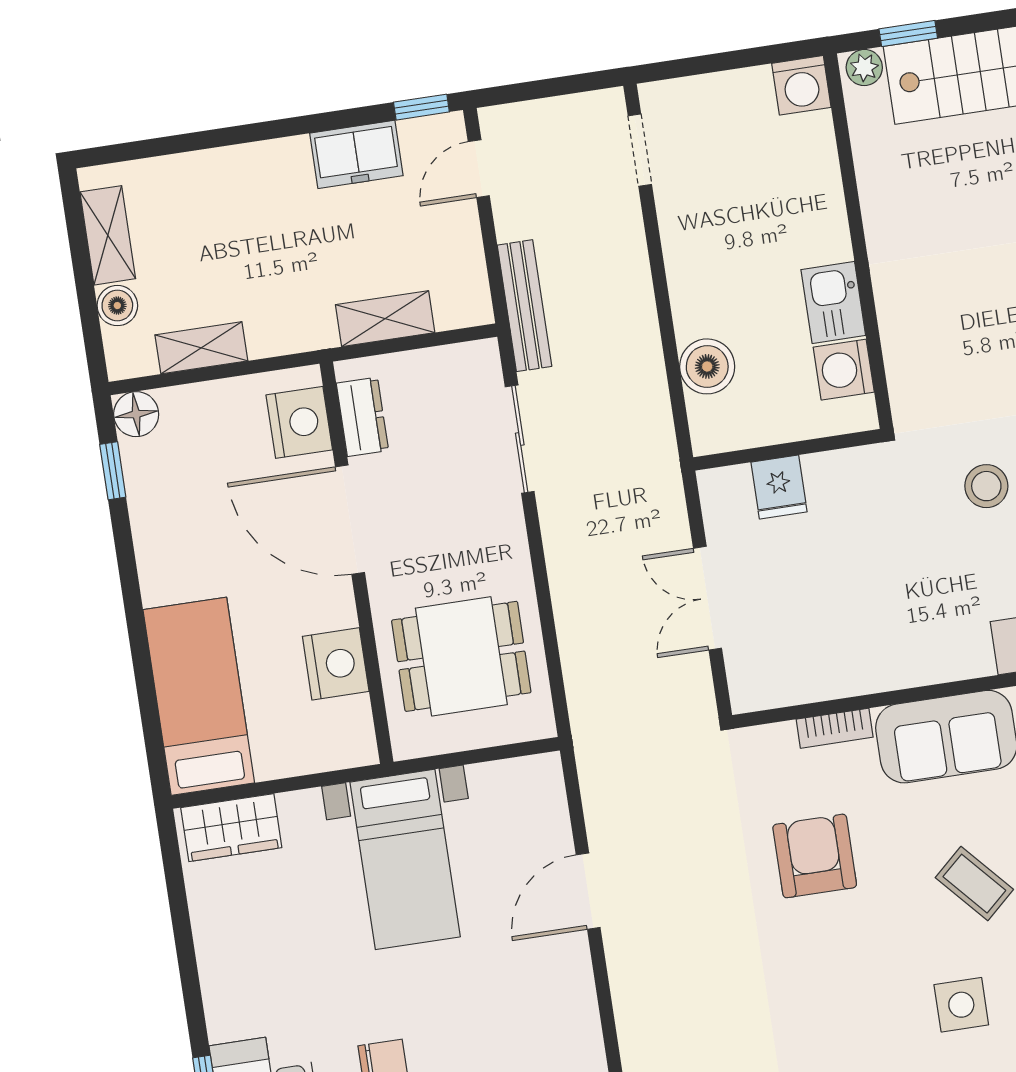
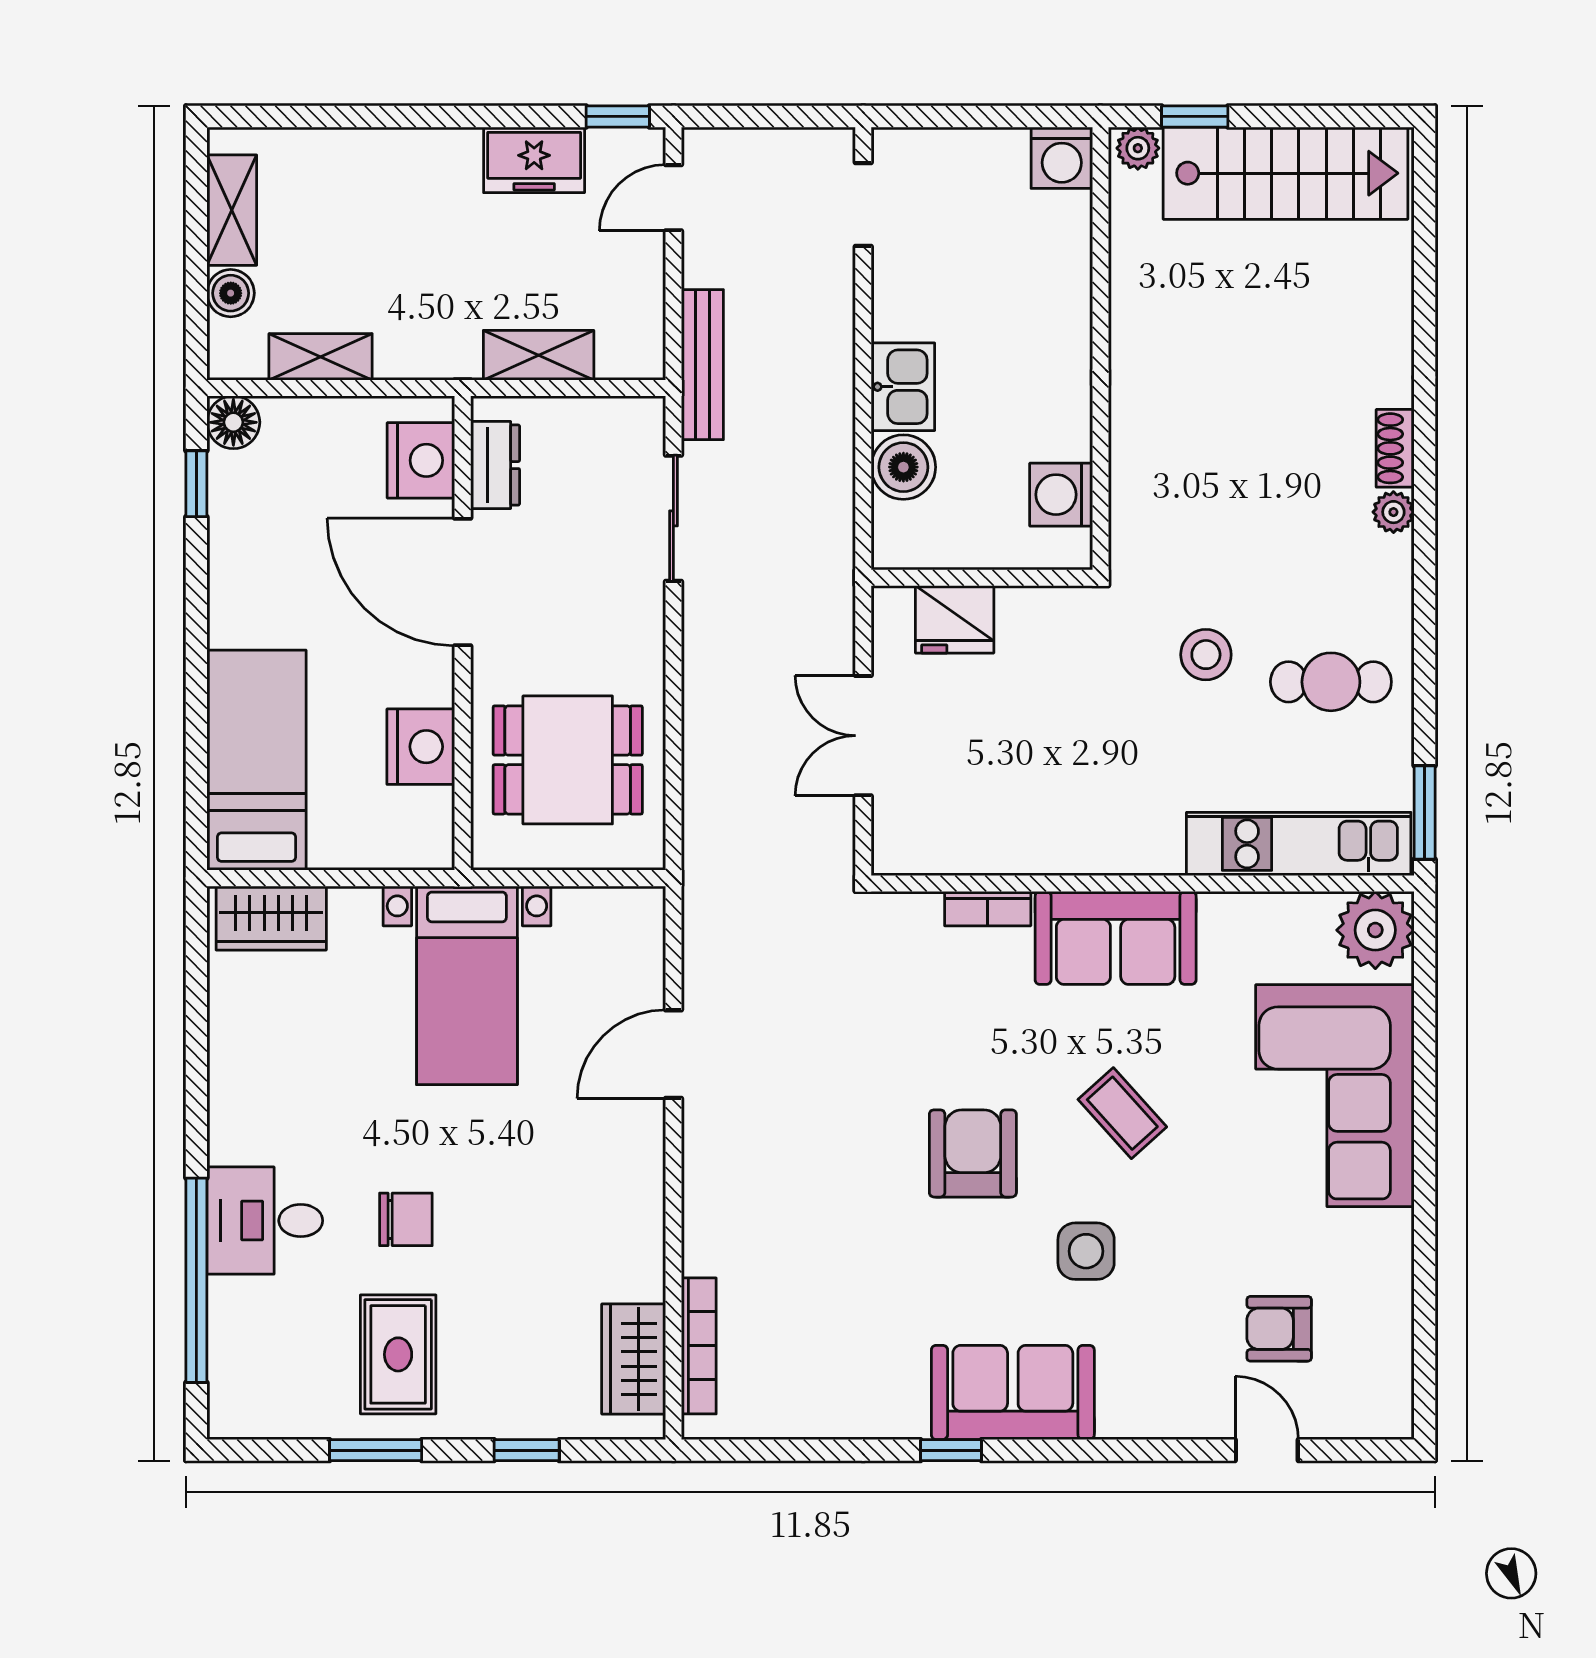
kitchen sink: (833, 303) -> (903, 387), moved, turned 180
fridge: (779, 487) -> (955, 619), width x1.38
armchair: (815, 856) -> (973, 1153), moved

